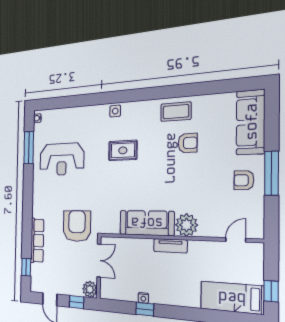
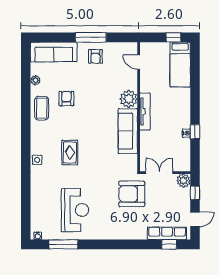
plant: (212, 100) -> (35, 80), added
row of seats: (37, 240) -> (167, 233), moved
tv unit: (170, 246) -> (145, 111), width x1.41

